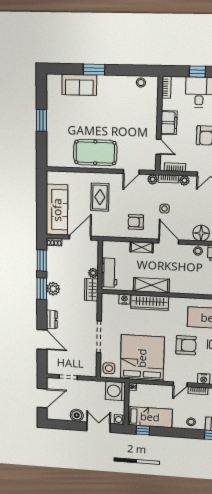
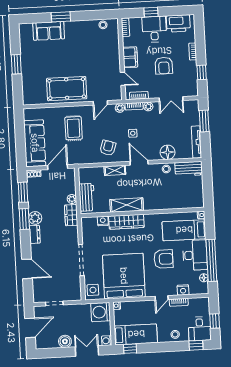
armchair: (136, 222) -> (108, 148), turned 108
dresser: (52, 319) -> (35, 234), moved

